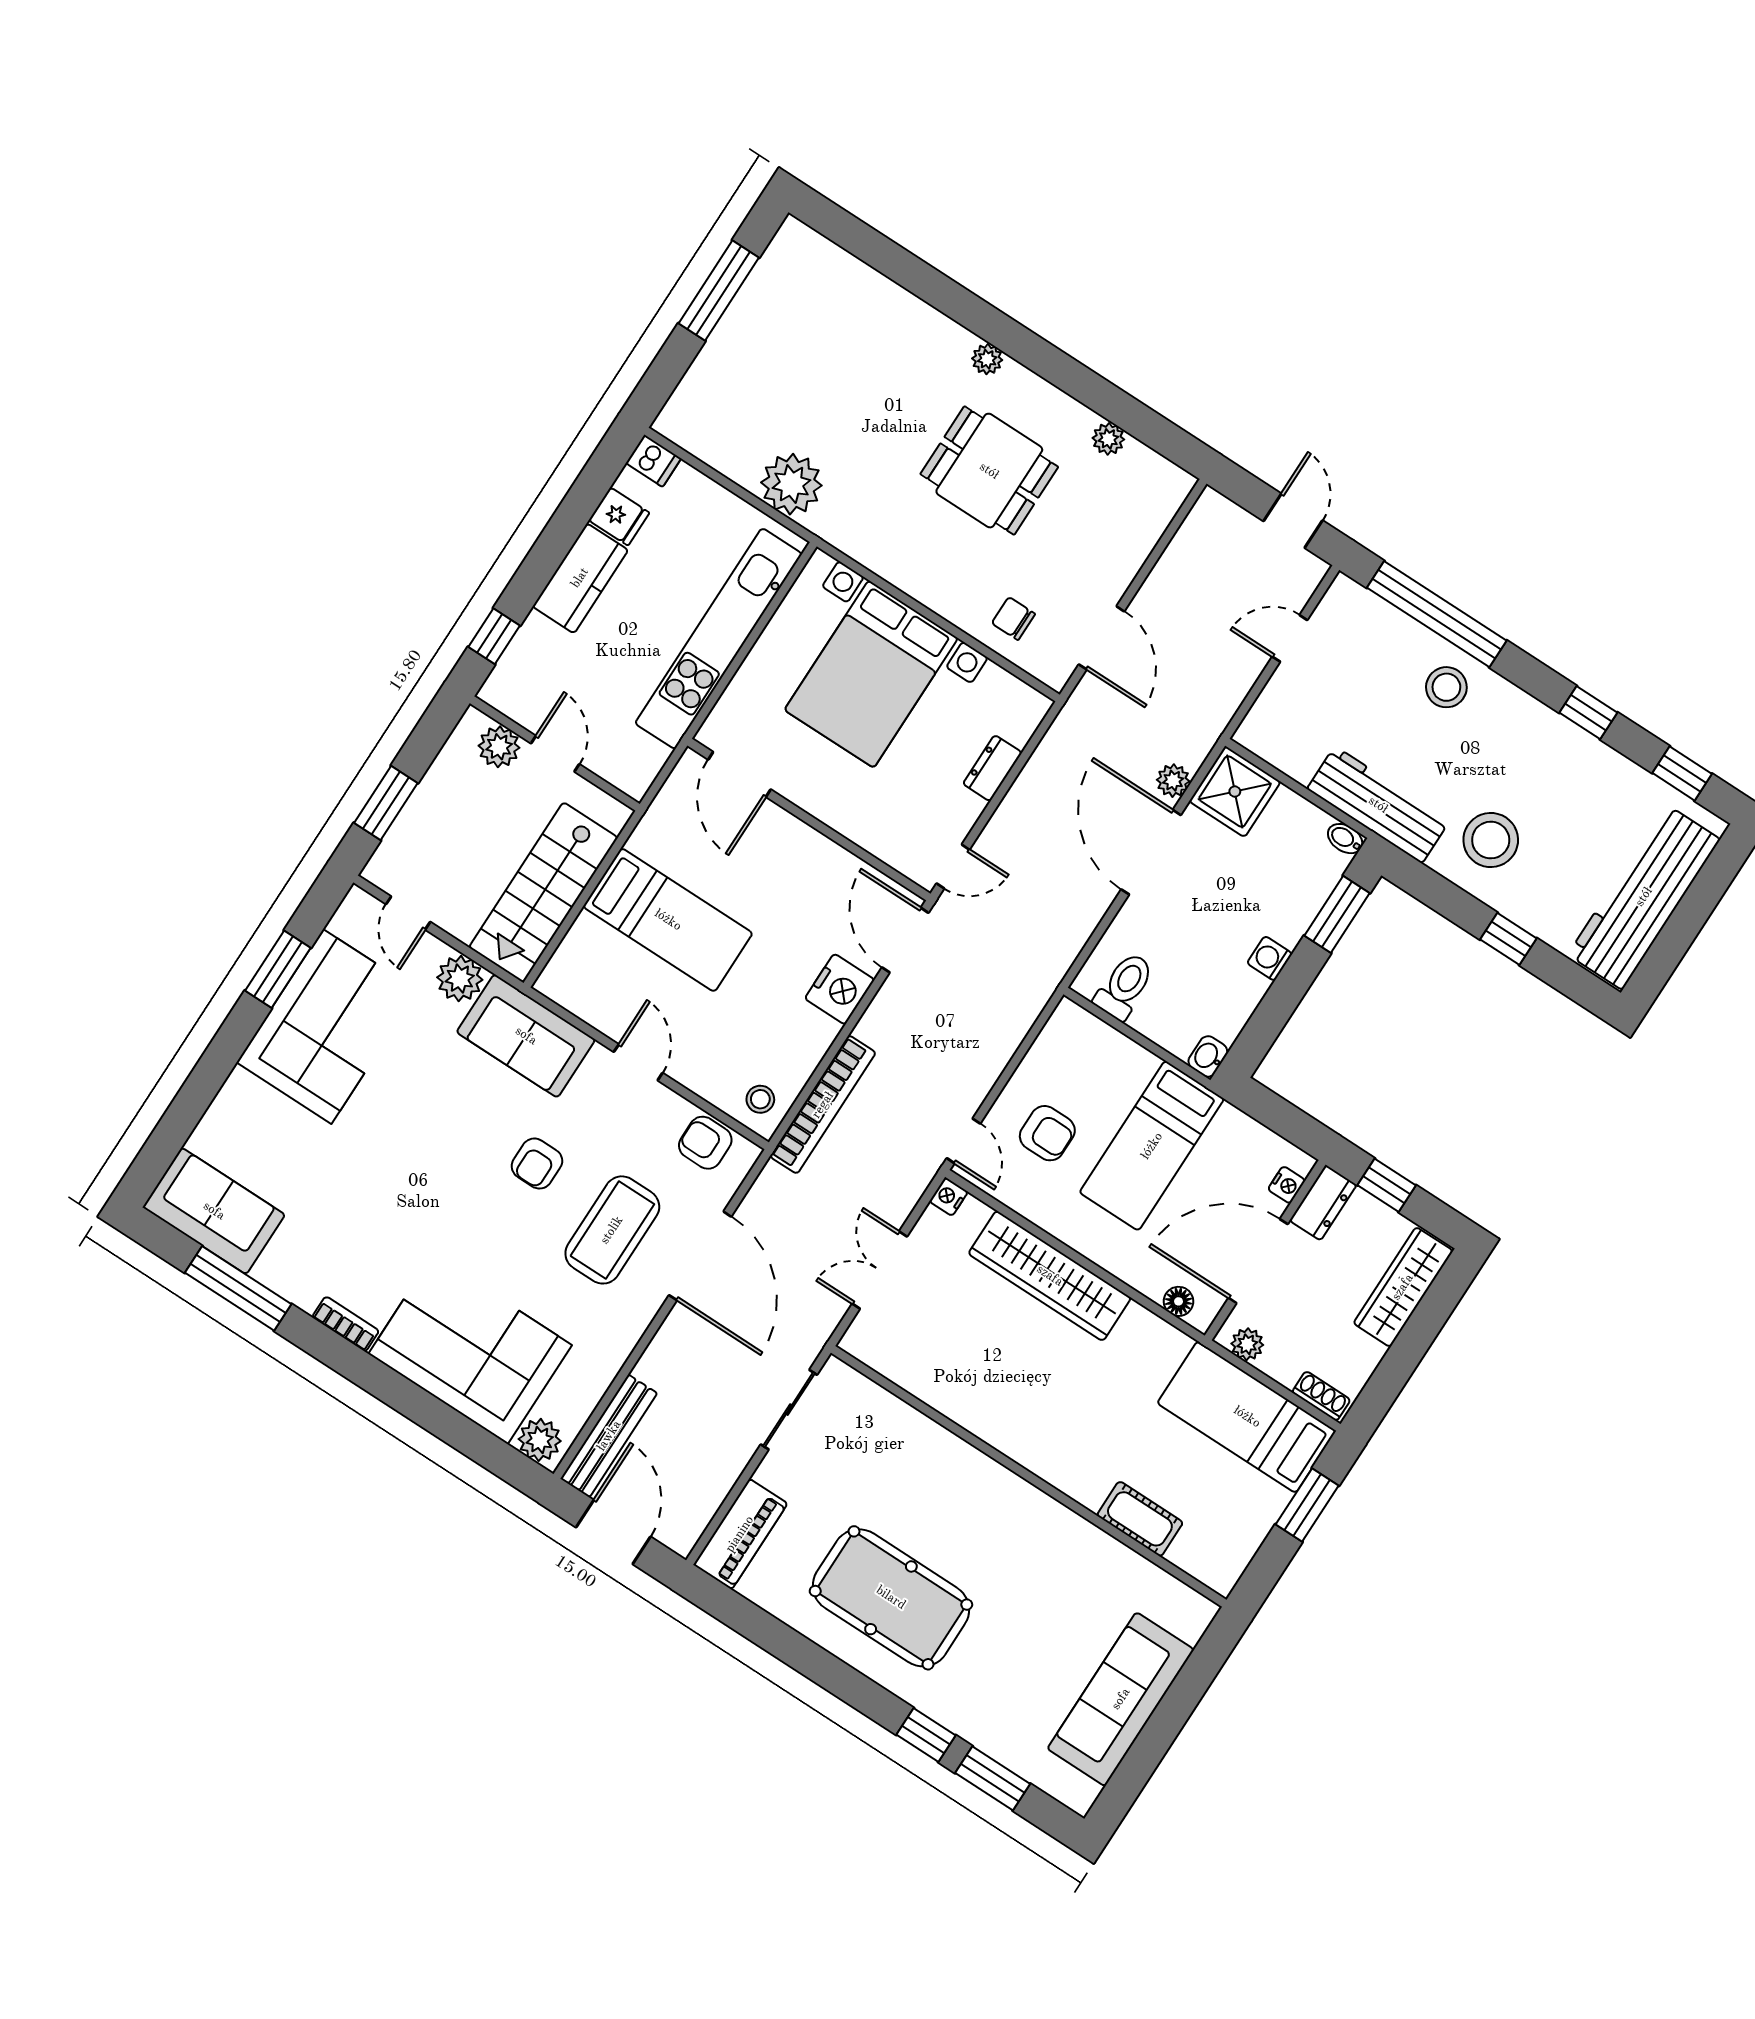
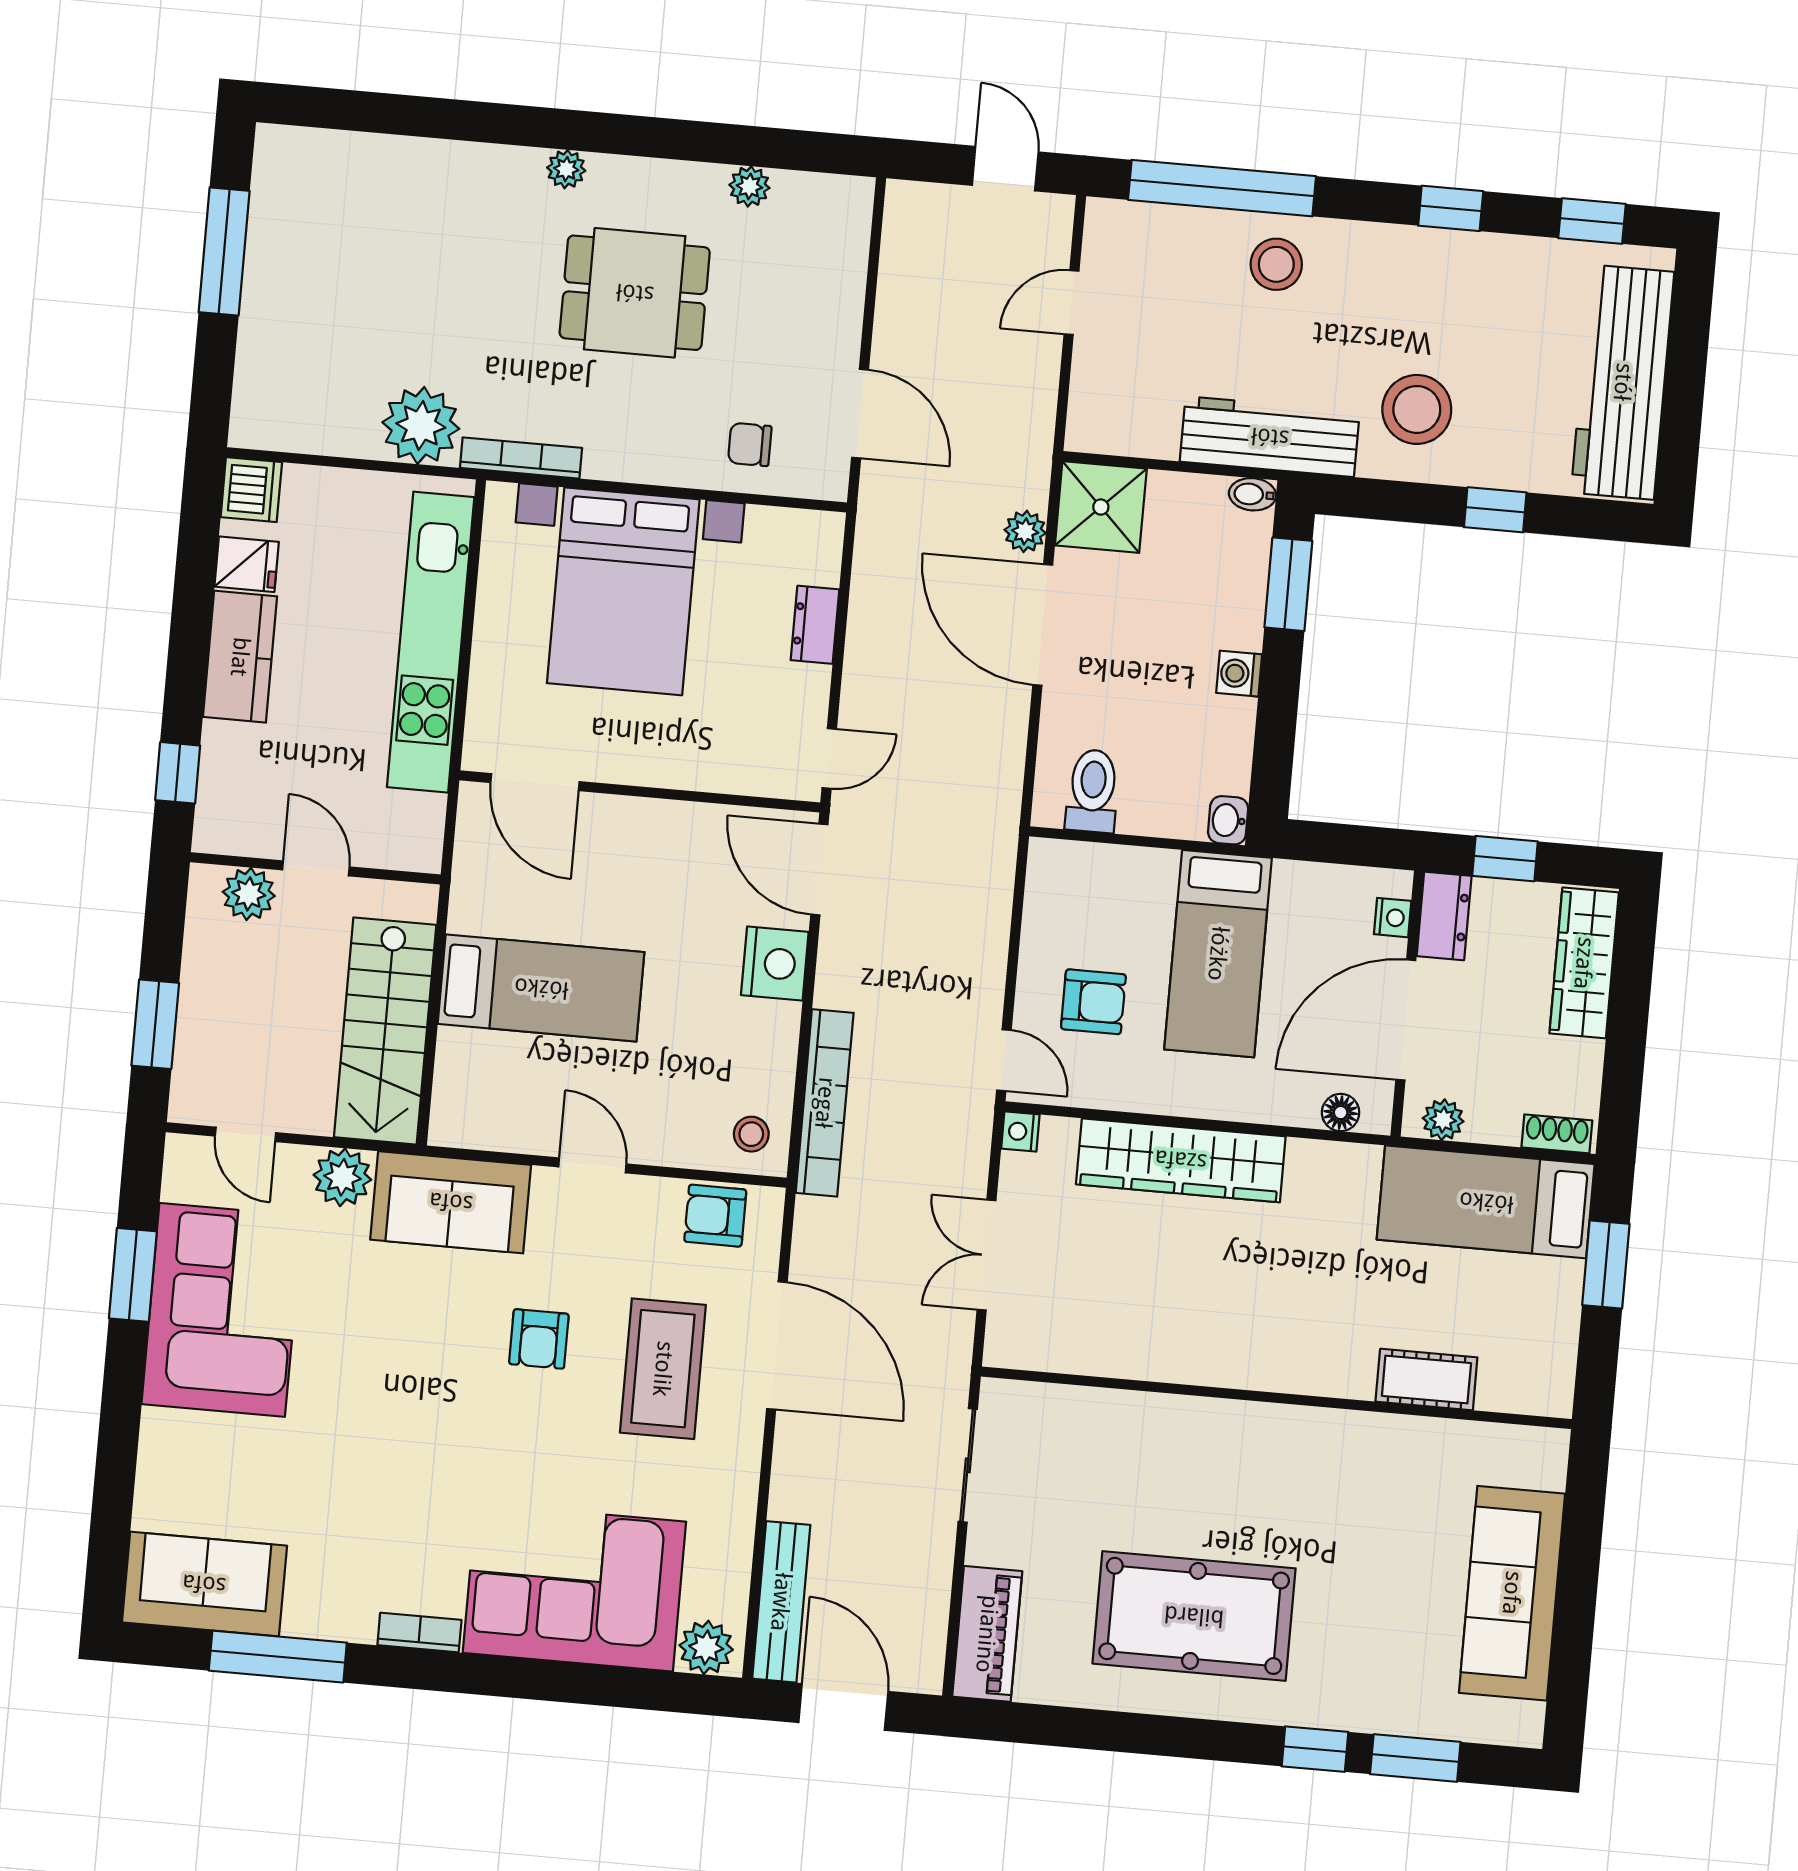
dishwasher: (653, 461) -> (251, 490), width x1.38
bookcase: (849, 544) -> (521, 458), added

